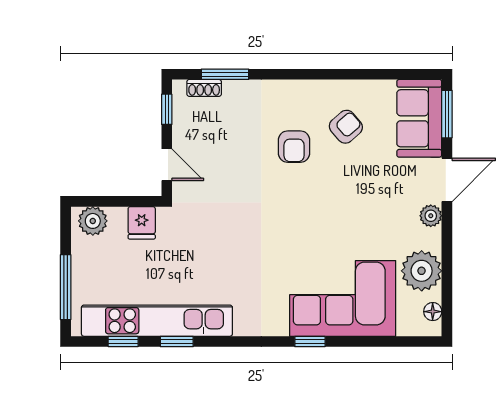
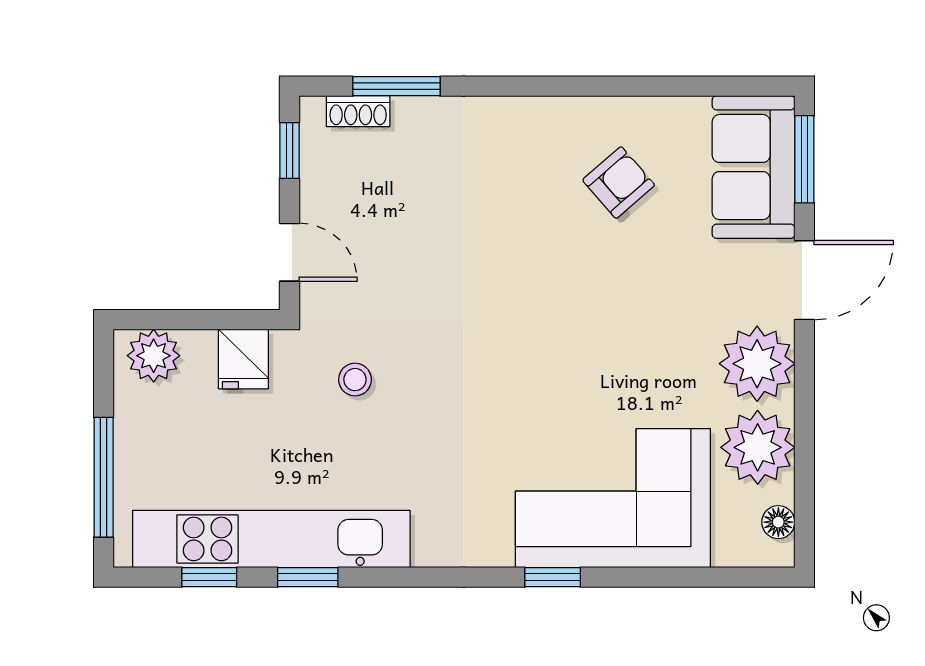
armchair: (294, 147) -> (523, 219), removed
plant: (431, 216) -> (757, 364), width x1.88, depth x1.88
stool: (202, 234) -> (355, 380), added

